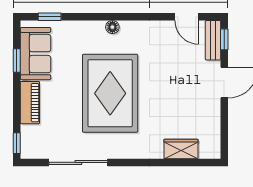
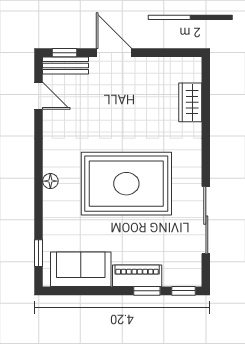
door: (187, 17) -> (39, 96), hinge flipped
window: (17, 61) -> (147, 291), moved

